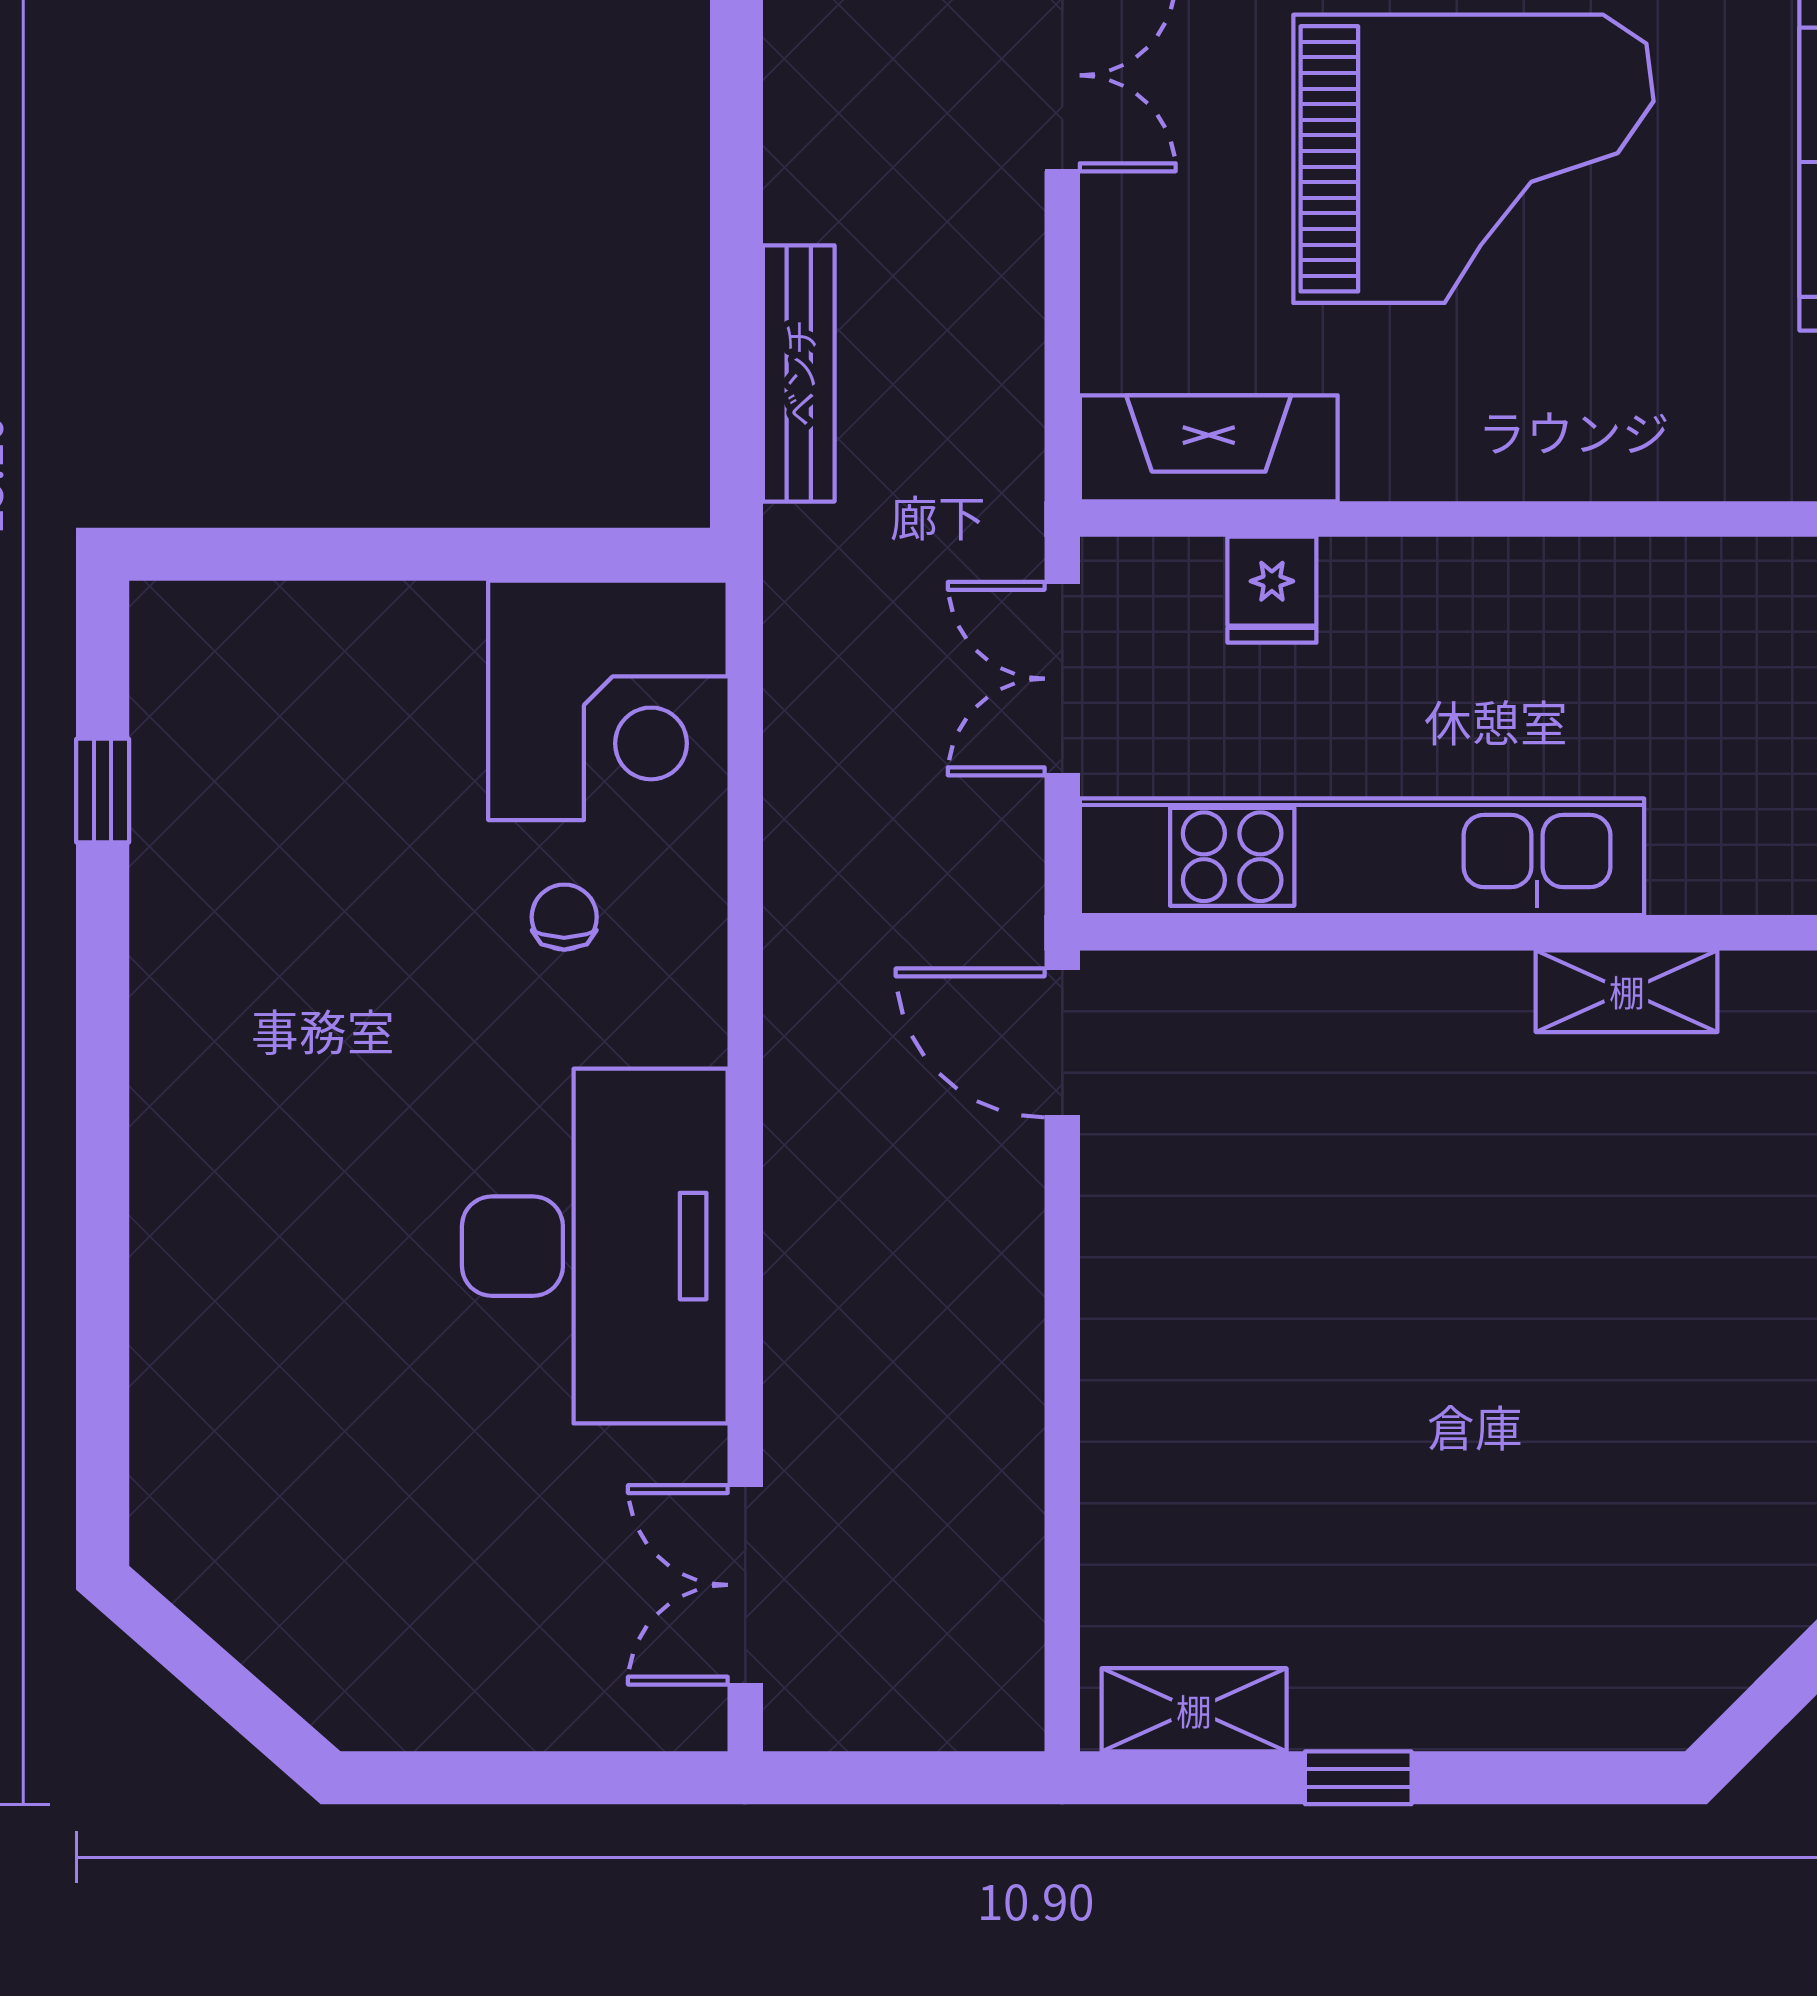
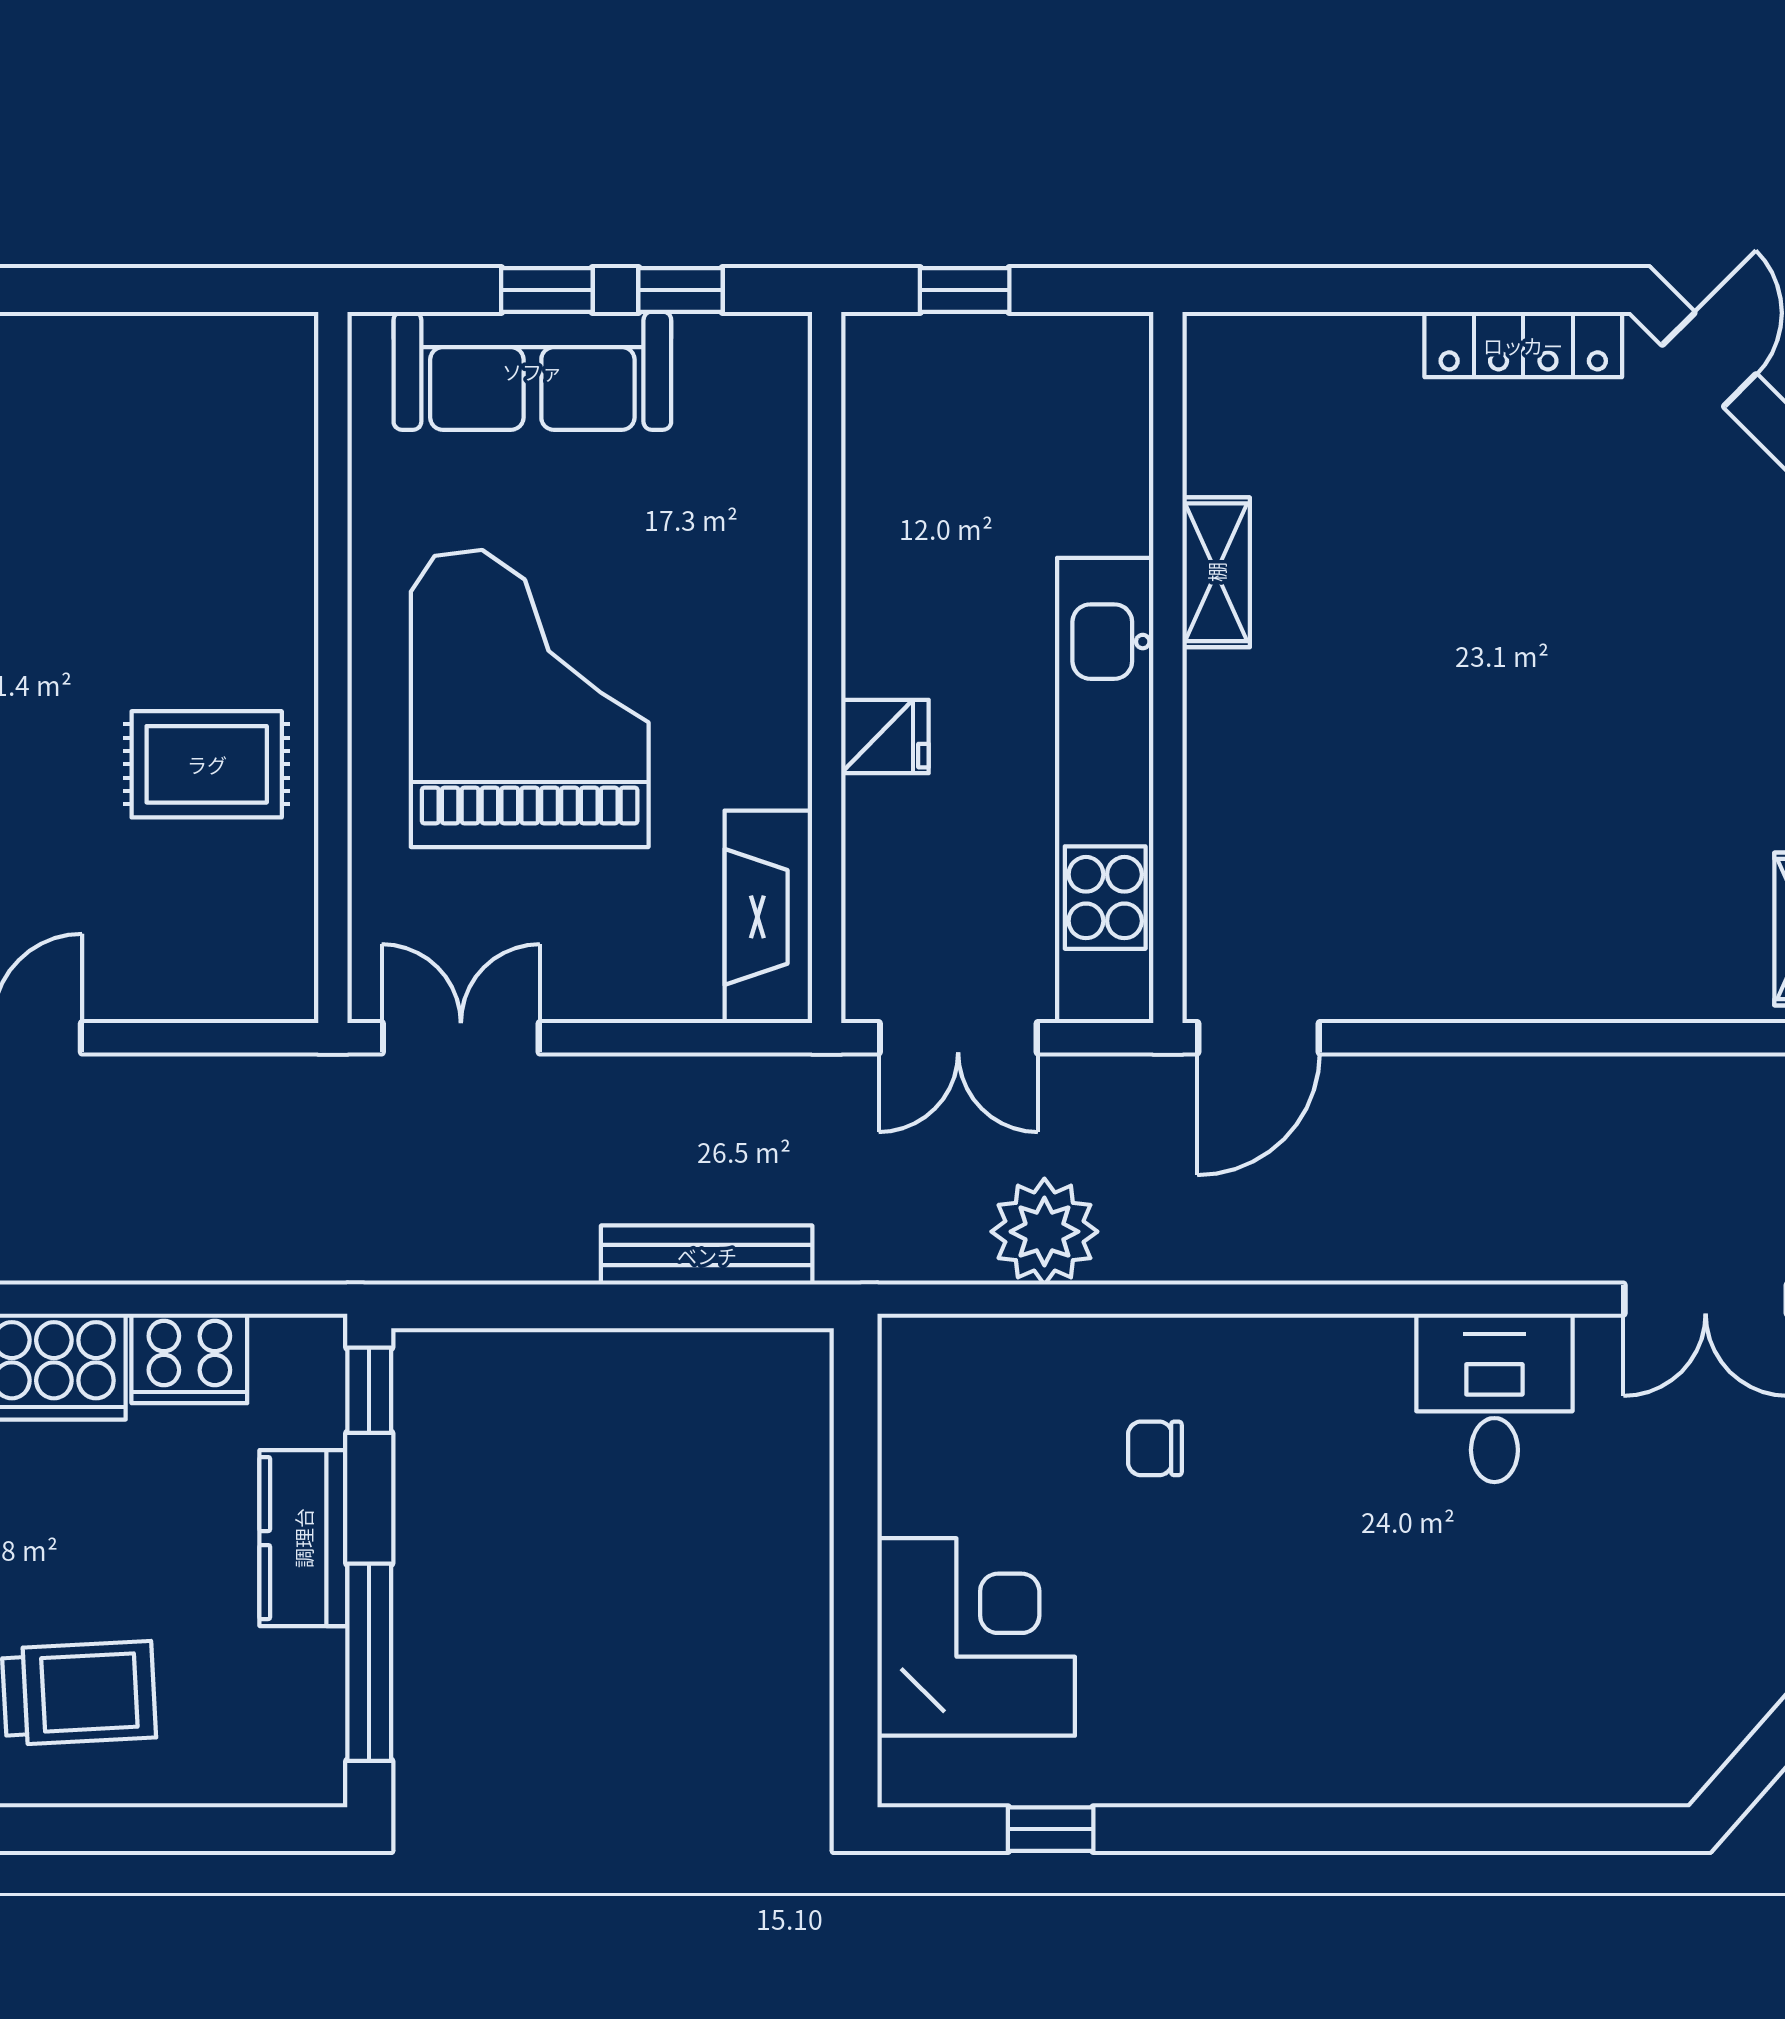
fridge: (1272, 590) -> (885, 736), moved
corner desk: (608, 700) -> (976, 1637), moved
plant: (827, 783) -> (1044, 1232), added
desk: (595, 1246) -> (1494, 1398), width x0.53, depth x0.77

